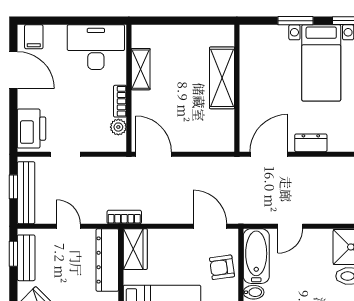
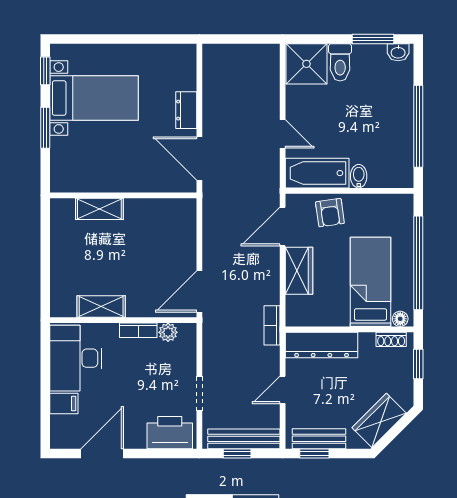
filing cabinet: (34, 37) -> (64, 403), moved
shelving: (222, 78) -> (99, 209), width x0.67, depth x0.75
wardrobe: (135, 249) -> (299, 271), moved, turned 90

